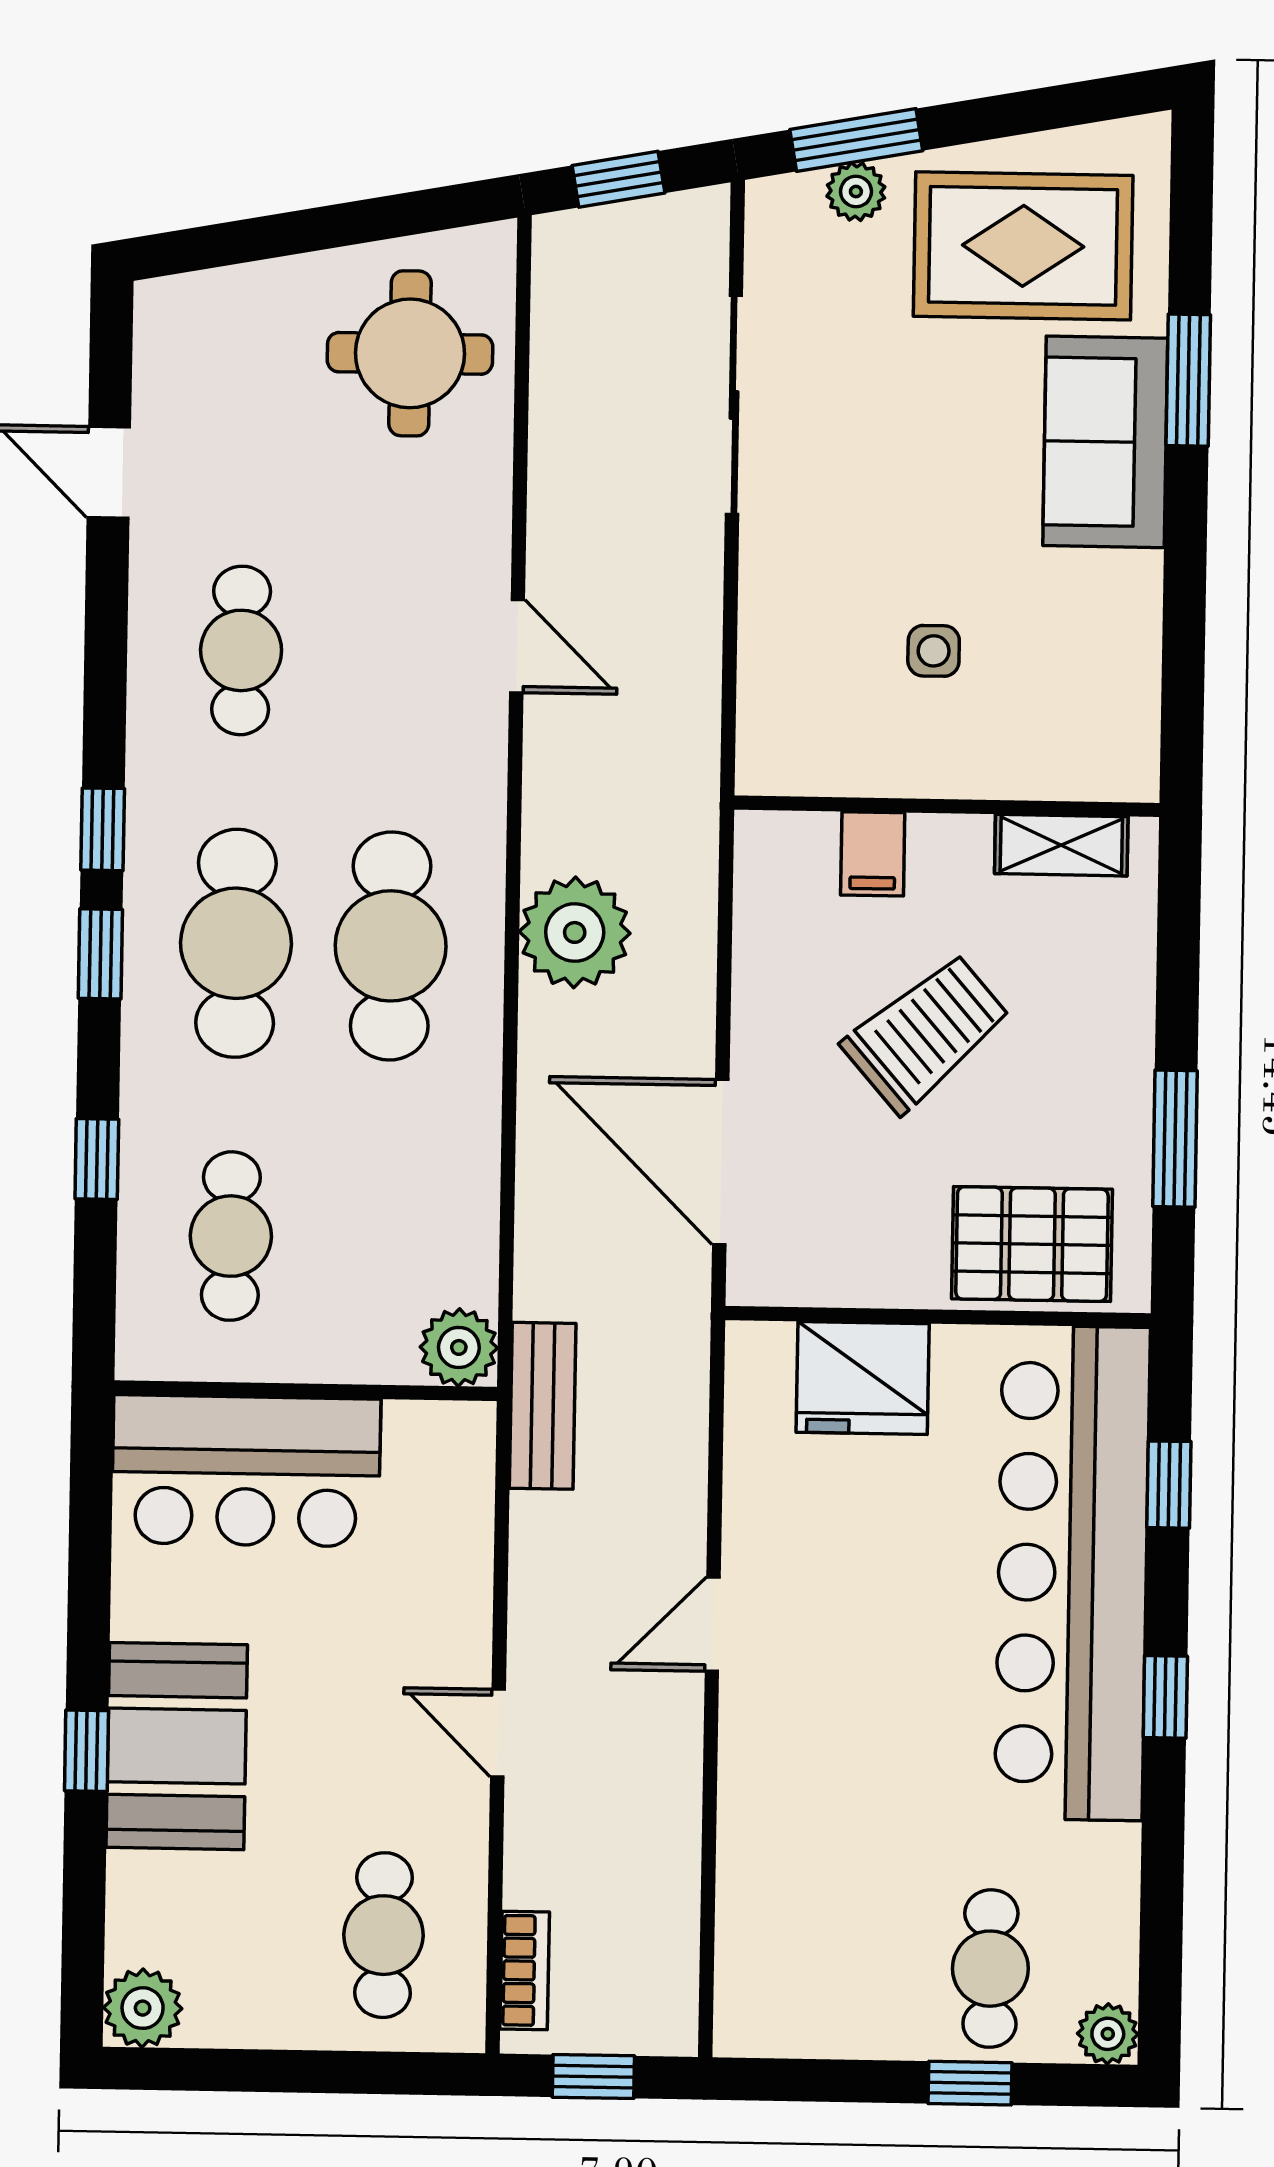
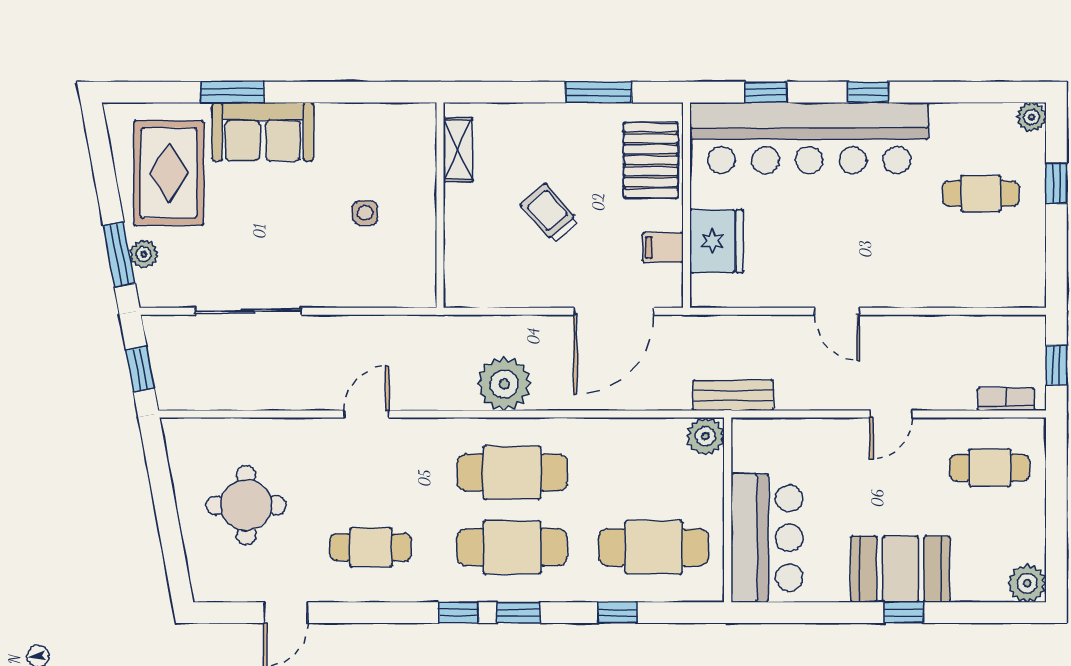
round table: (410, 353) -> (246, 505), moved
filing cabinet: (873, 854) -> (663, 247), moved, turned 180
trolley: (926, 1033) -> (550, 213), width x0.73, depth x0.72
cafe table: (231, 1236) -> (654, 547), width x1.37, depth x1.35
cafe table: (990, 1969) -> (981, 194), moved

